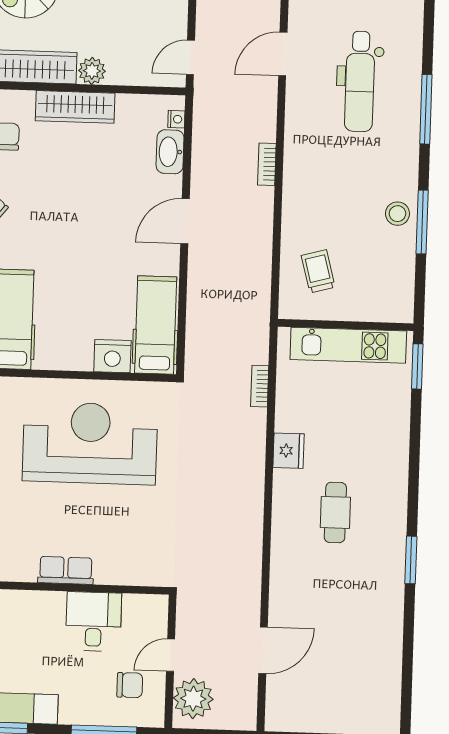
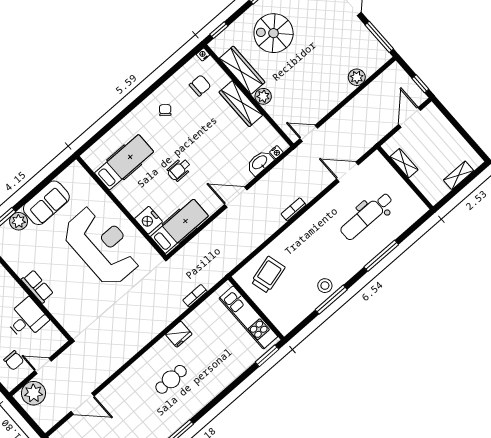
wheelchair: (85, 260) -> (179, 170), added
trolley: (318, 271) -> (268, 275), width x1.36, depth x1.39

